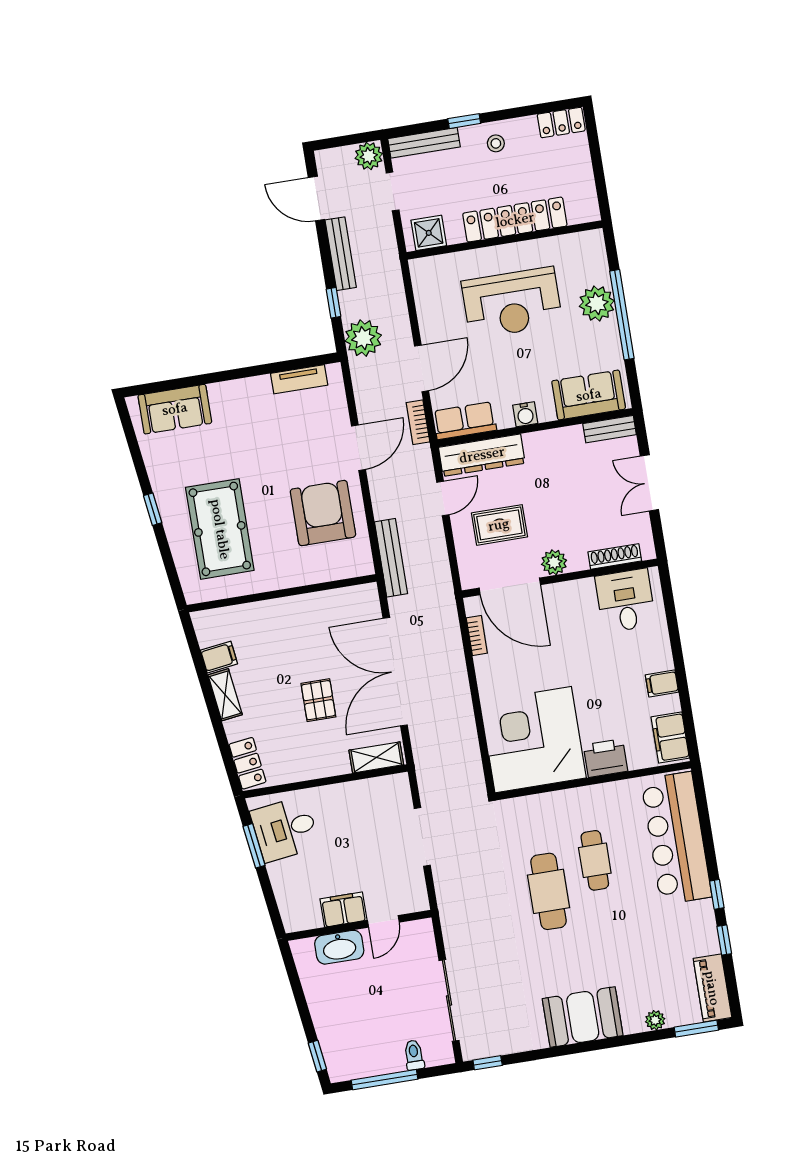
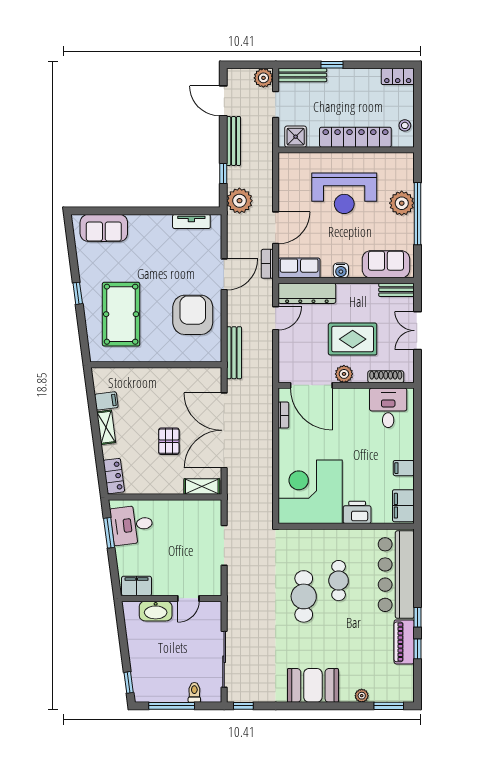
stool: (496, 143) -> (405, 125), moved
rug: (499, 525) -> (353, 339), moved, width x1.36, depth x1.43
filing cabinet: (343, 910) -> (137, 586), moved
piano: (712, 988) -> (404, 642), moved

